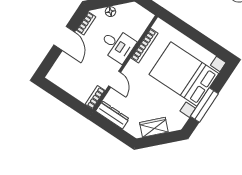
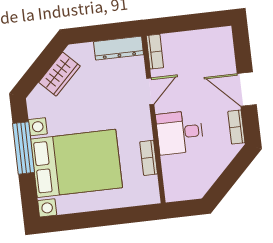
floor lamp: (110, 12) -> (220, 164), removed
bookcase: (144, 46) -> (149, 158), width x0.64
door: (115, 79) -> (150, 91), swing flipped

